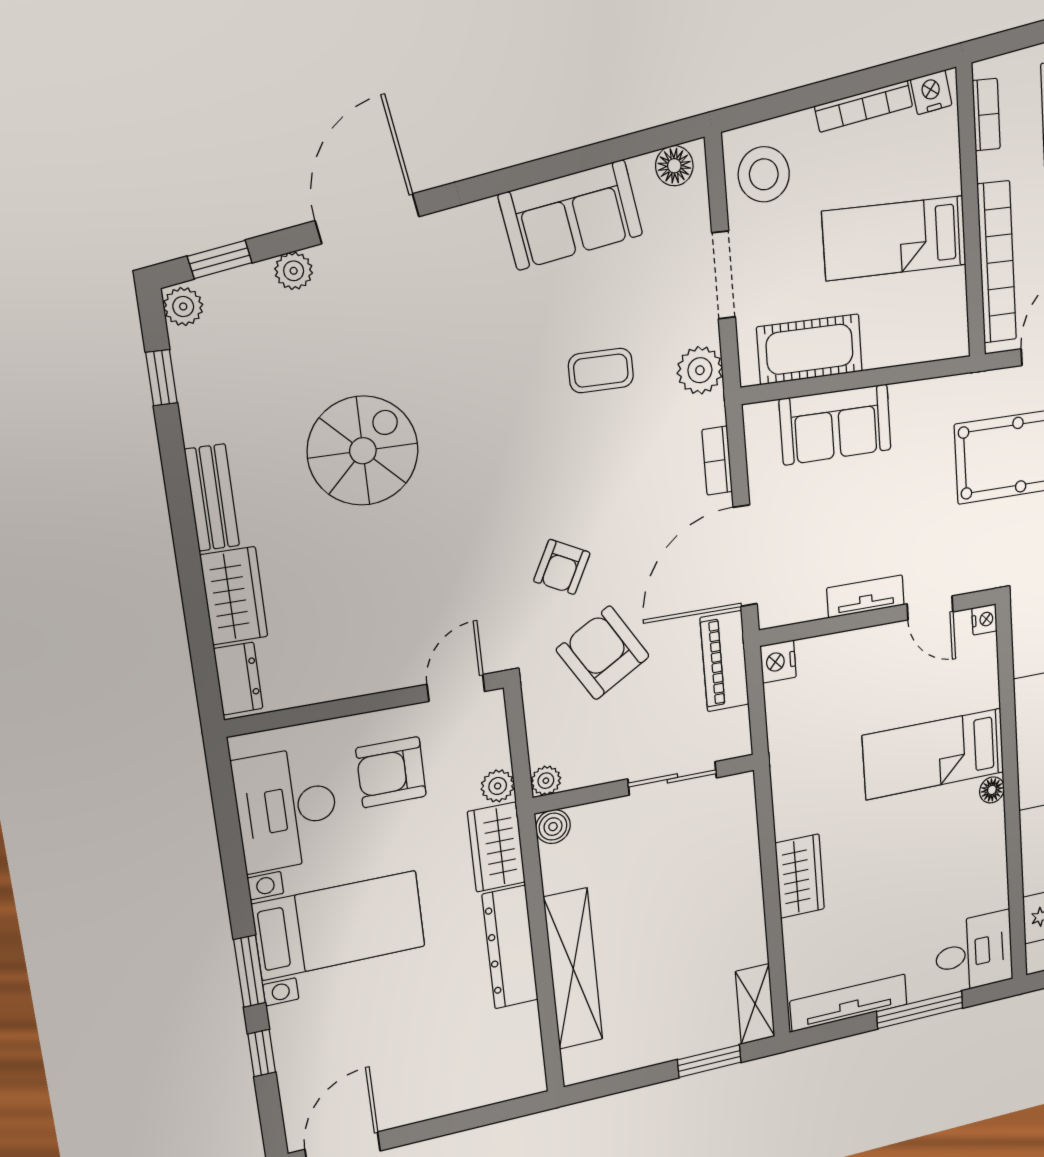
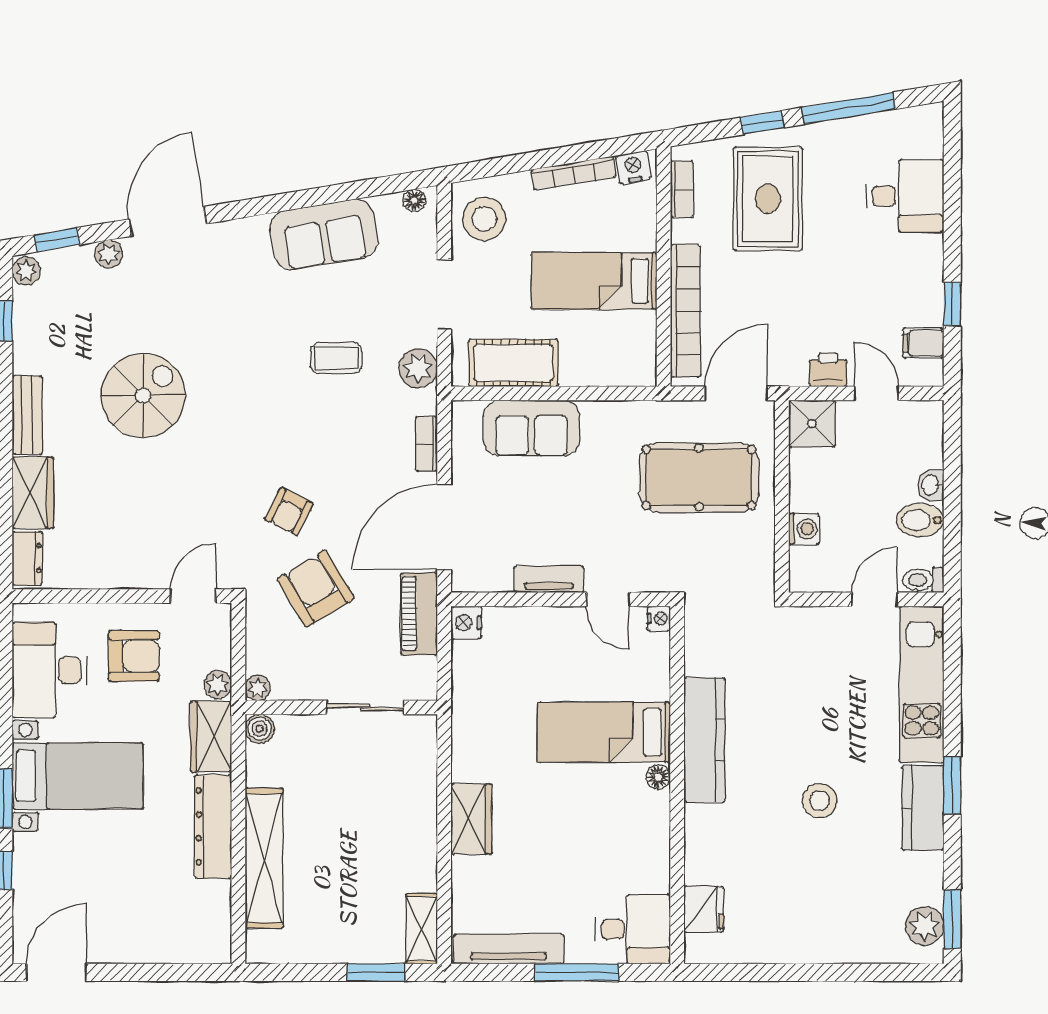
floor lamp: (674, 166) -> (414, 200), width x0.73, depth x0.73
armchair: (391, 772) -> (134, 656), turned 180

